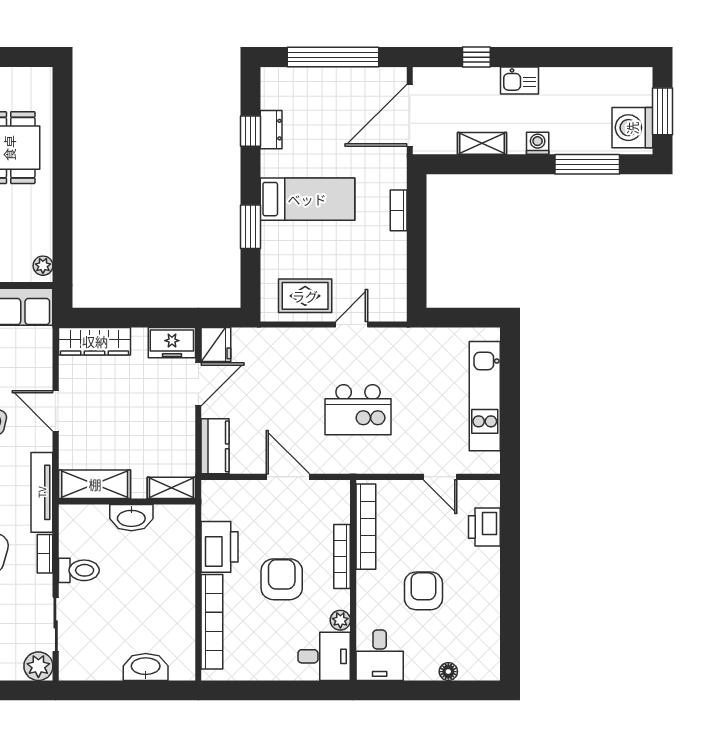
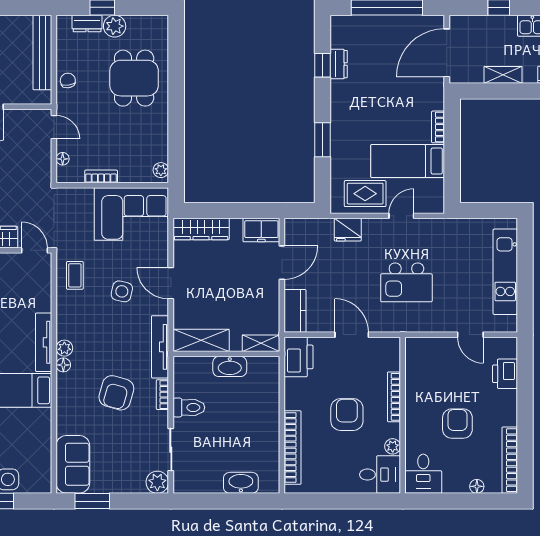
bed: (307, 199) -> (408, 161), moved, turned 180
fridge: (216, 345) -> (348, 230), moved, turned 90
bookcase: (366, 527) -> (510, 460), moved, turned 180
printer: (220, 547) -> (299, 357), moved

